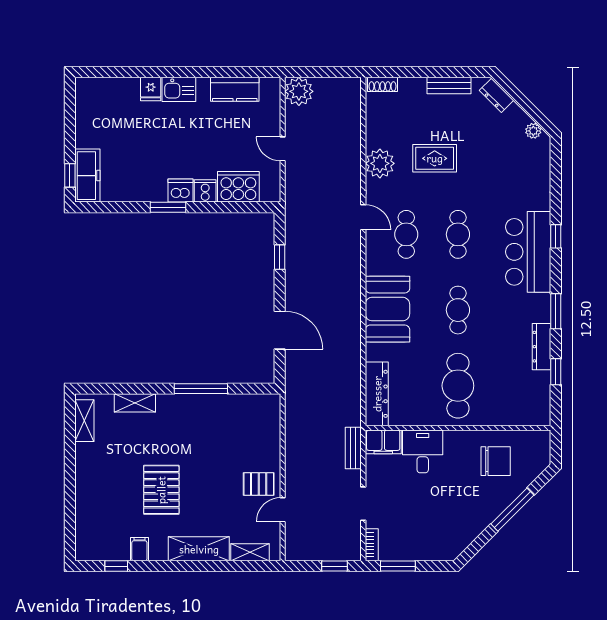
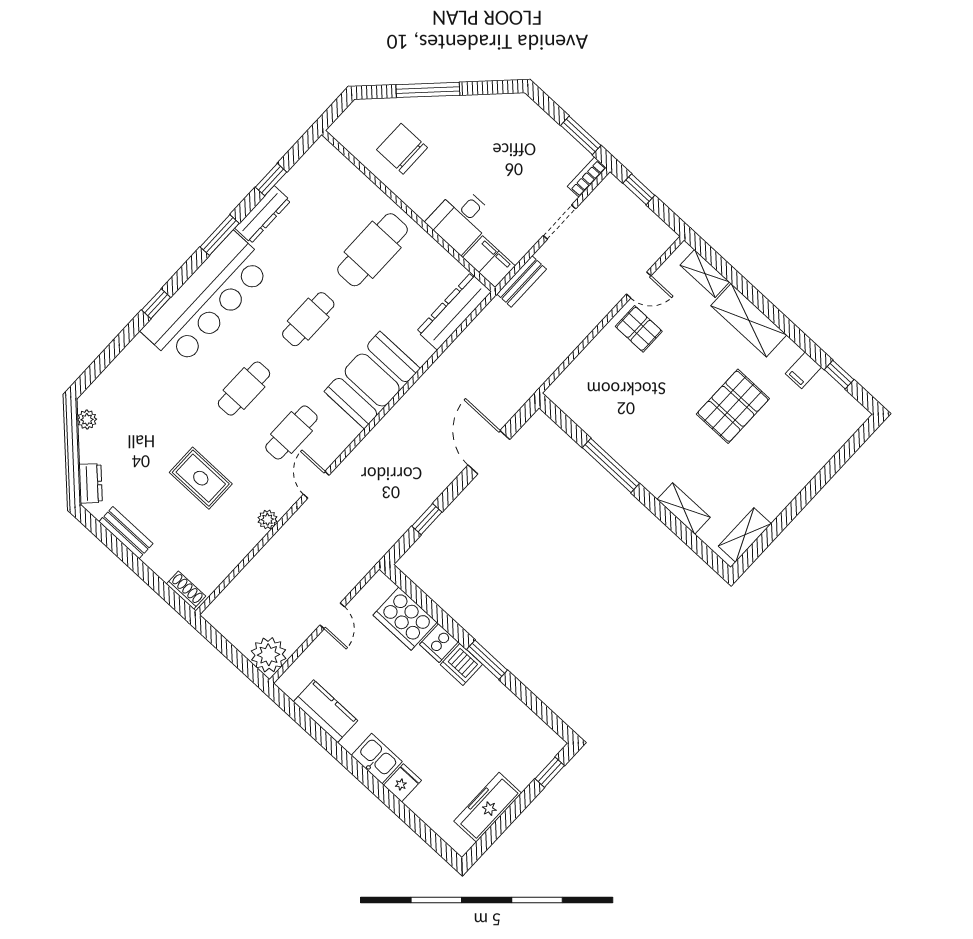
plant: (380, 163) -> (267, 519), width x0.53, depth x0.53
freezer: (87, 176) -> (488, 807), moved
bar counter: (528, 252) -> (207, 299), width x1.36

